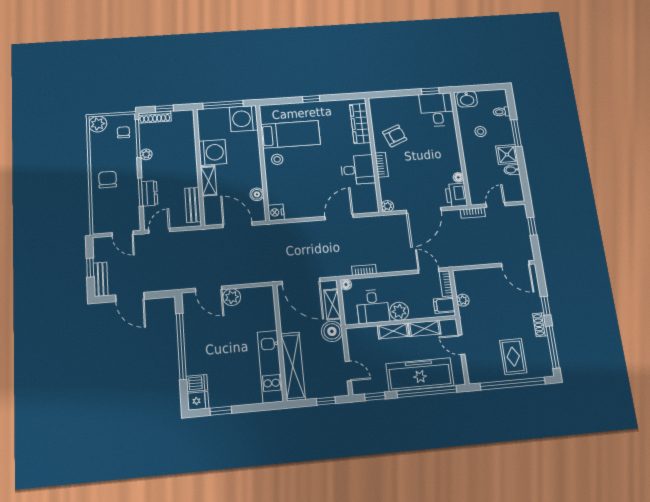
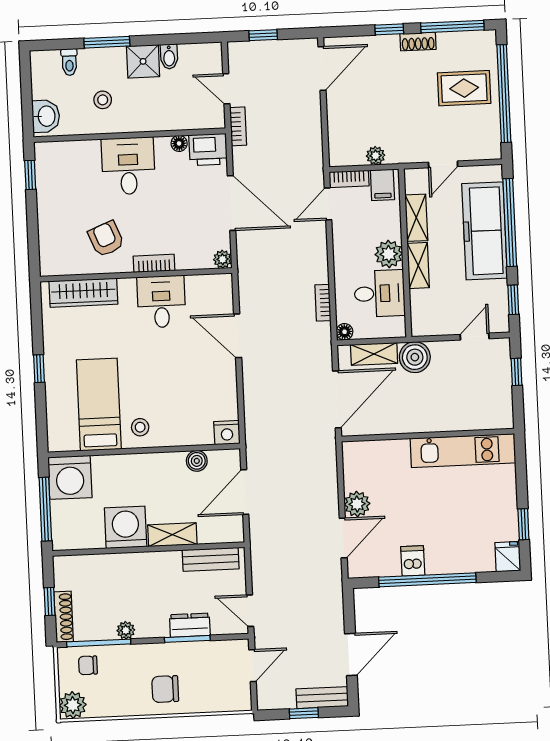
desk: (437, 110) -> (128, 166), moved, turned 90
shelving: (293, 366) -> (464, 418), removed
dishwasher: (197, 383) -> (413, 561), moved

